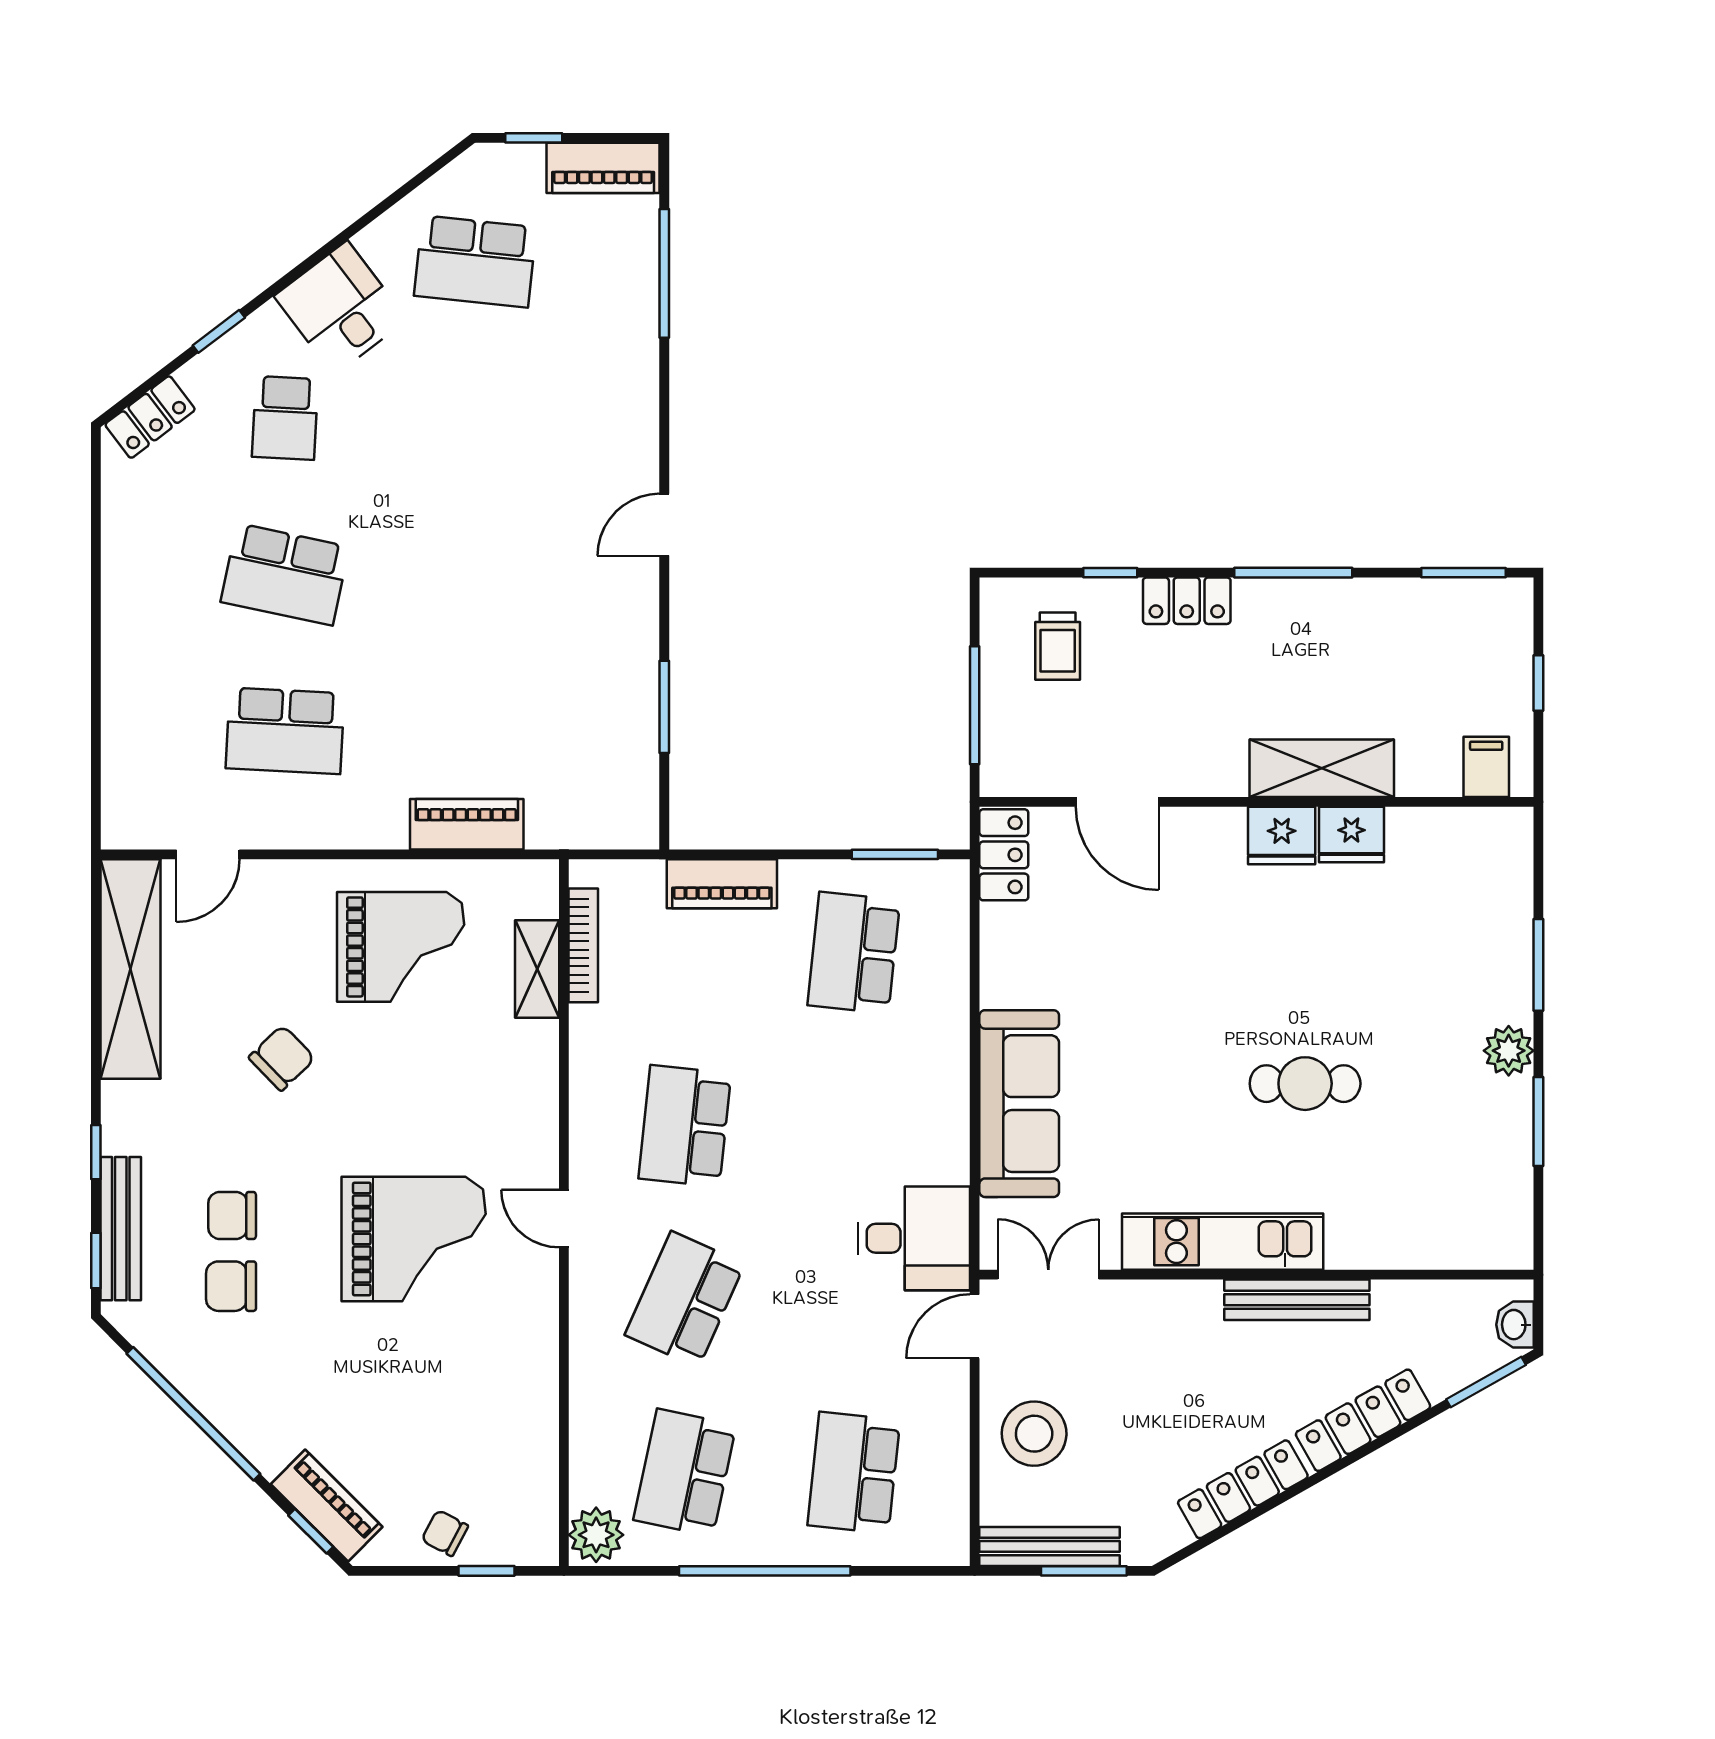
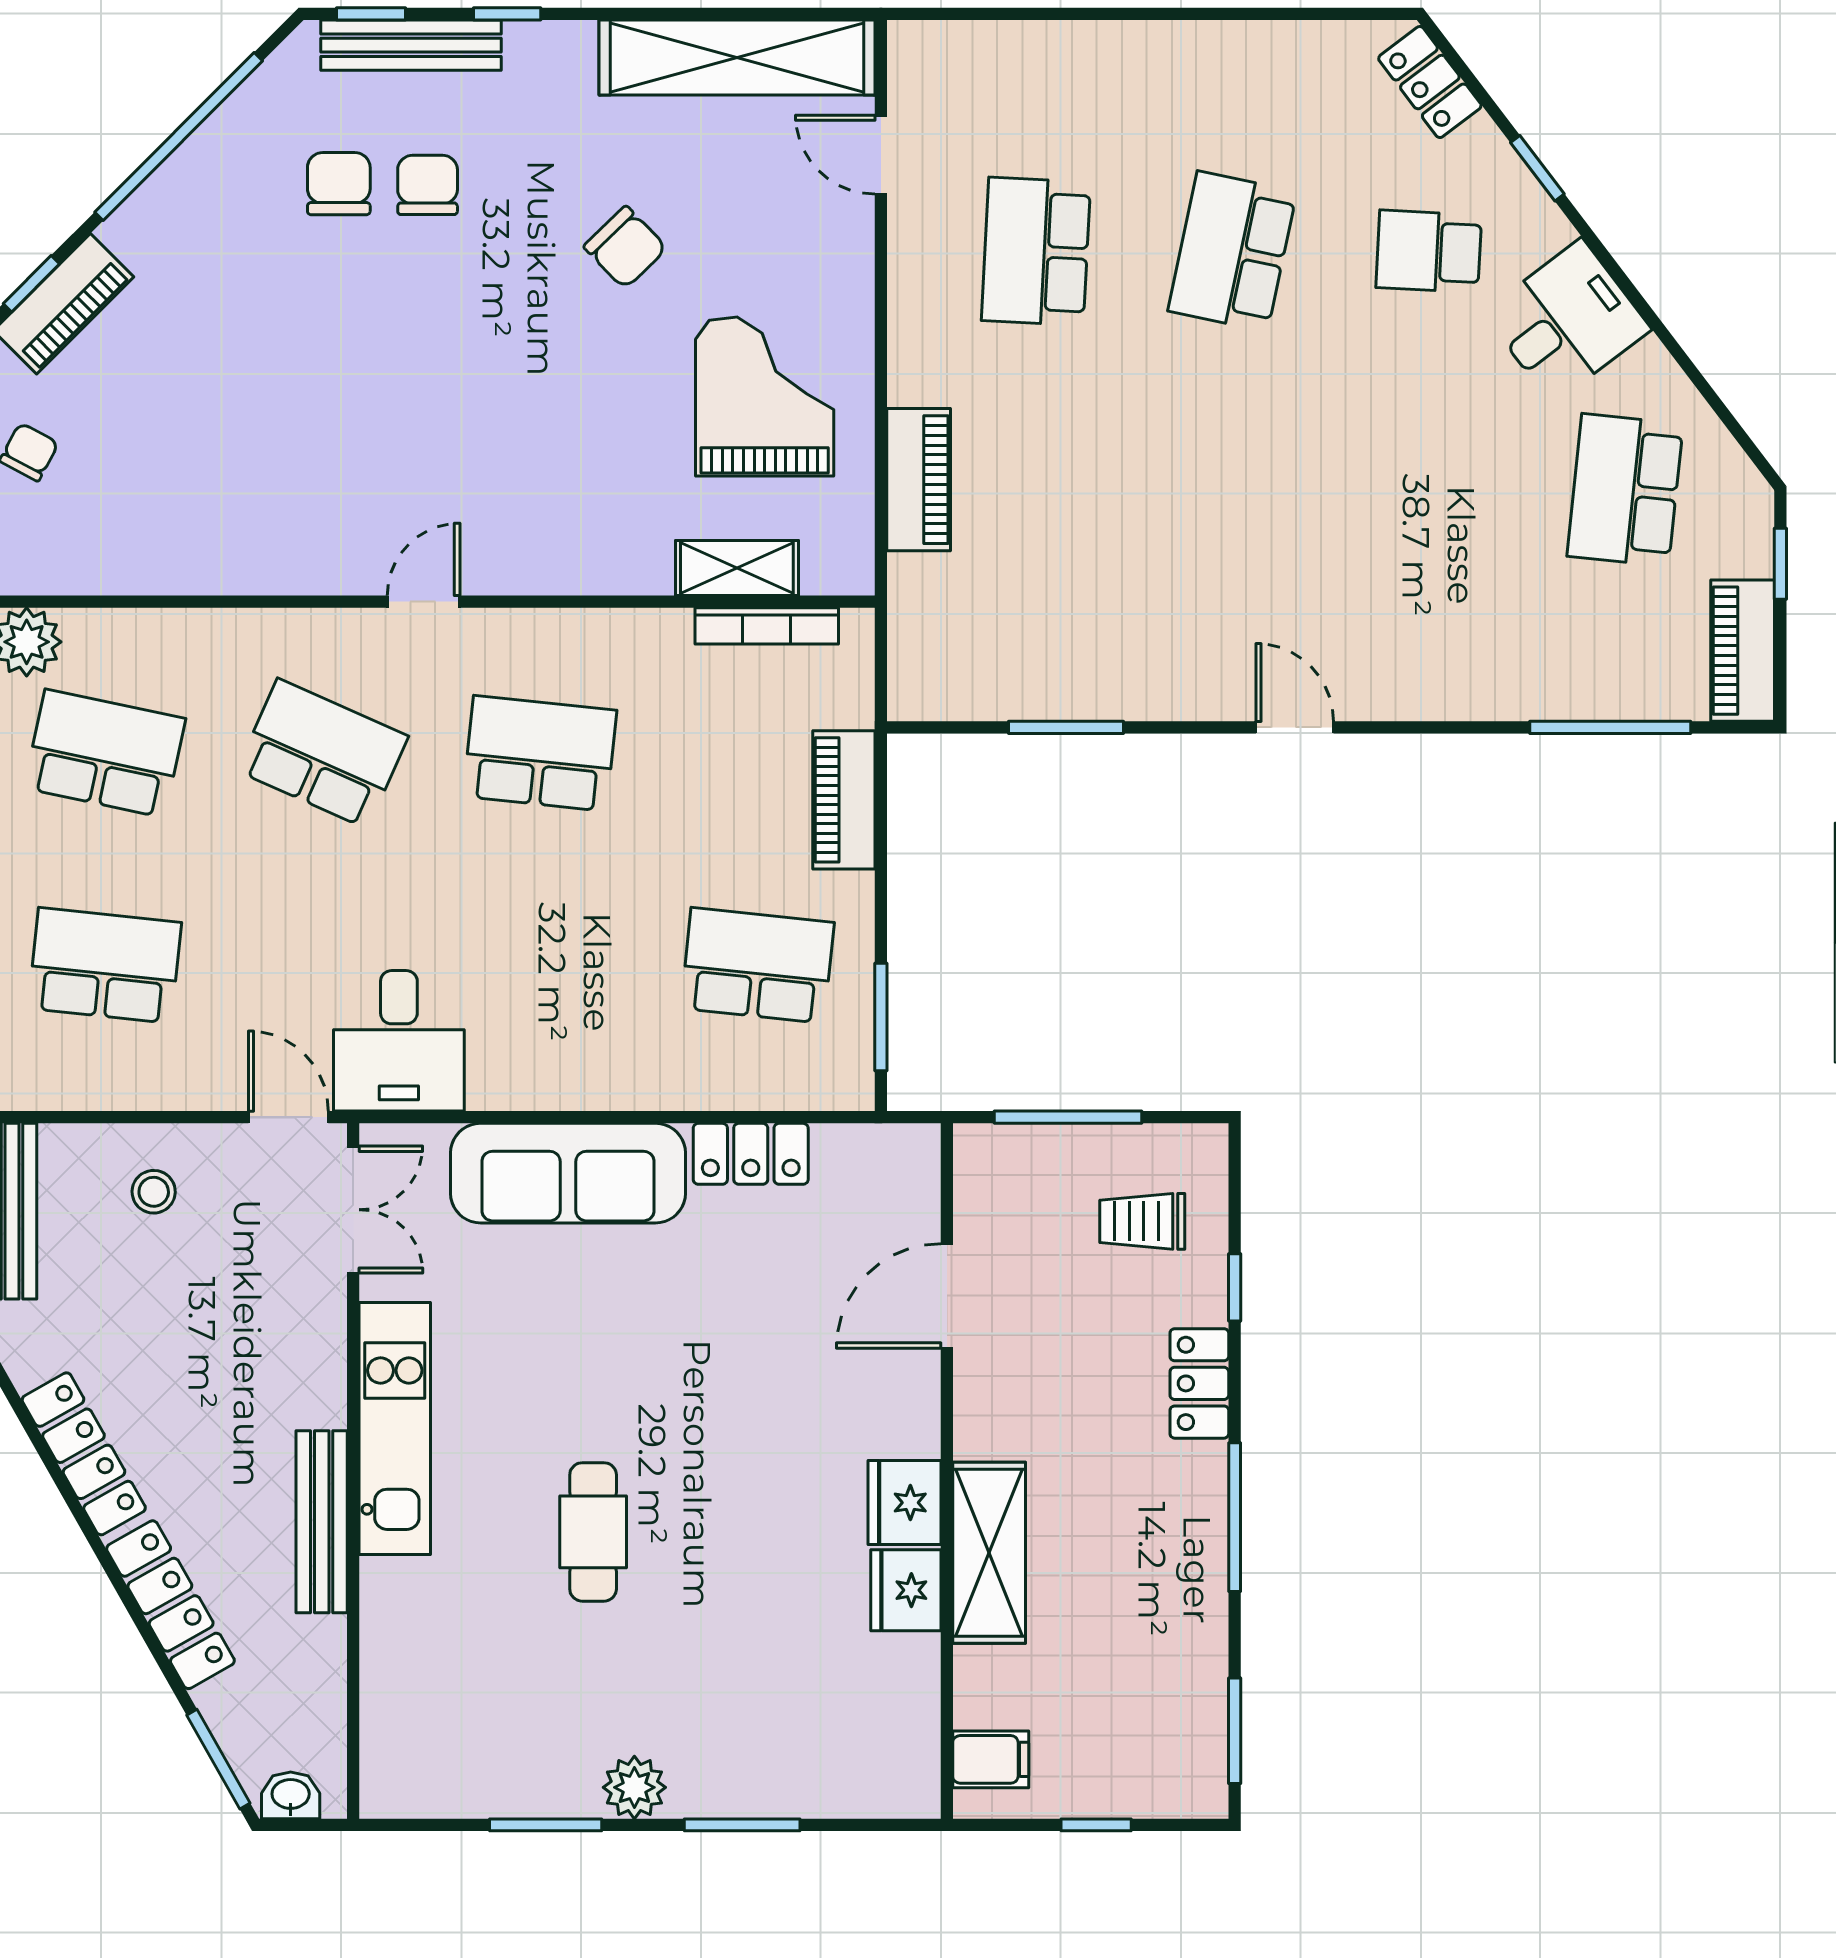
locker: (1004, 855) -> (751, 1154), moved
grand piano: (401, 947) -> (765, 397), turned 180
grand piano: (414, 1239) -> (398, 413), removed
stool: (1034, 1434) -> (154, 1192), width x0.53, depth x0.53

